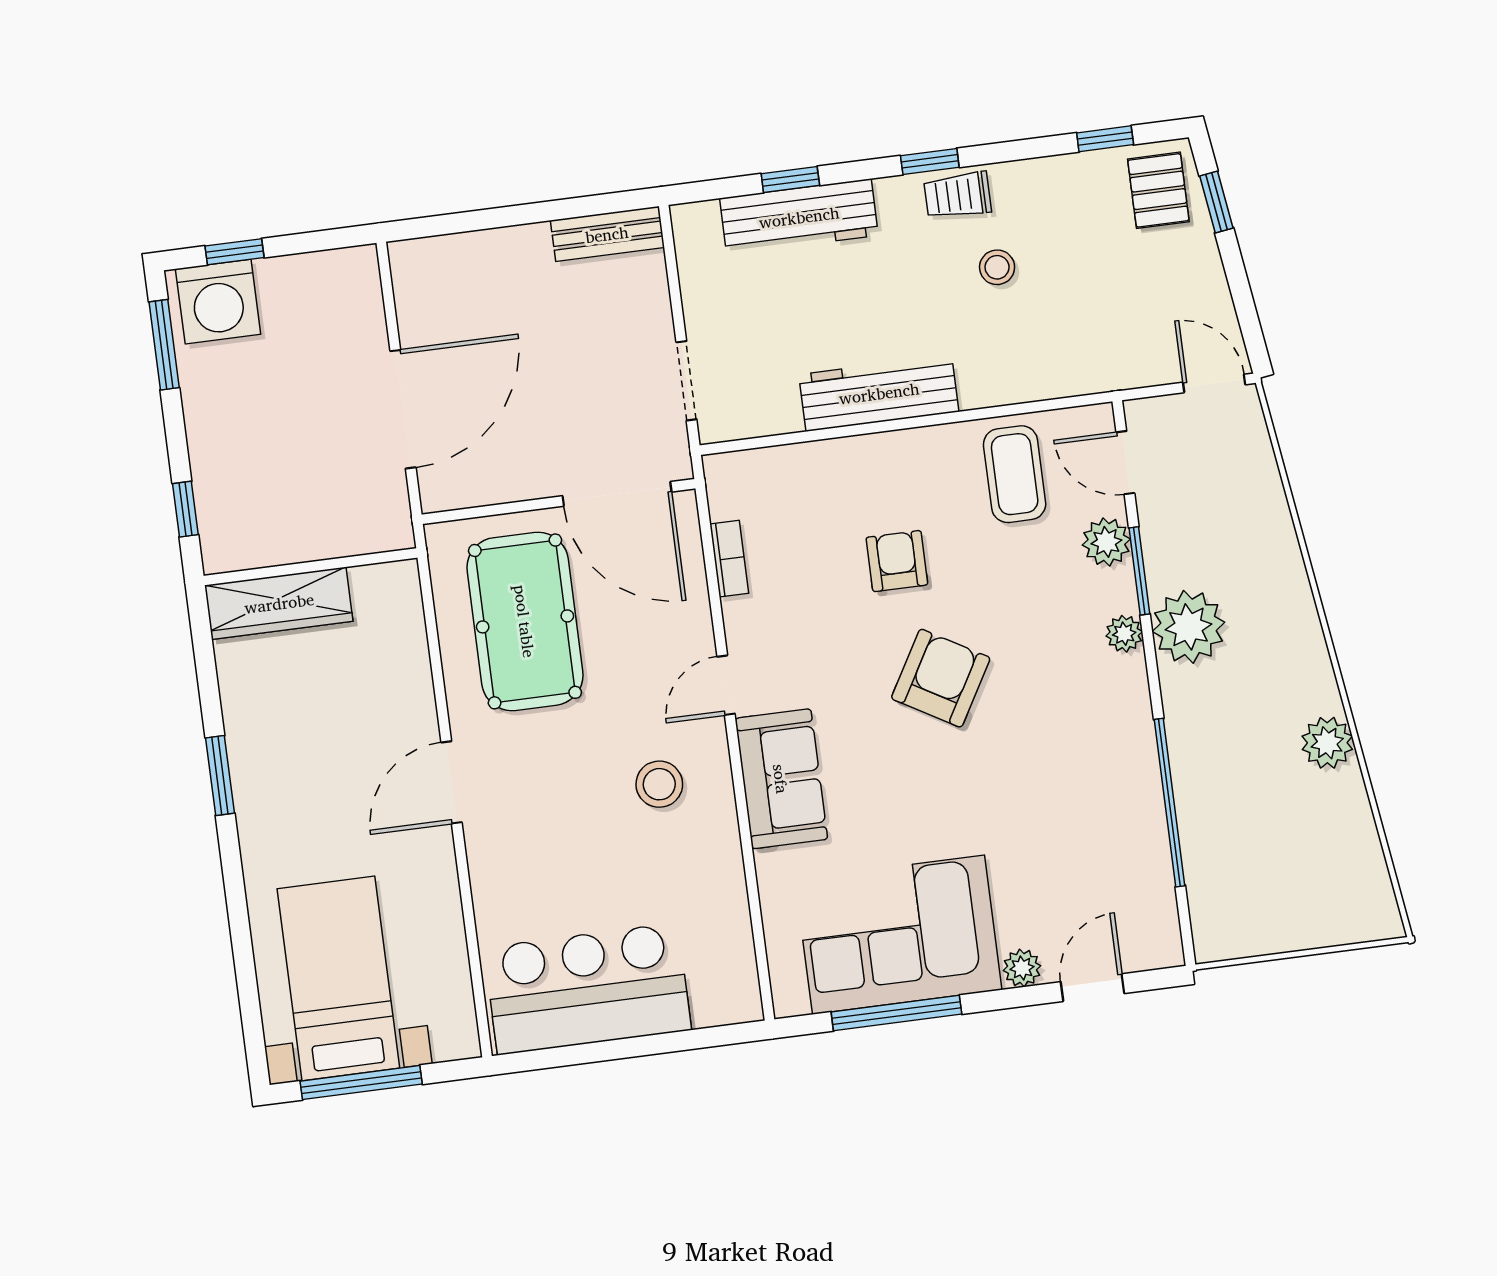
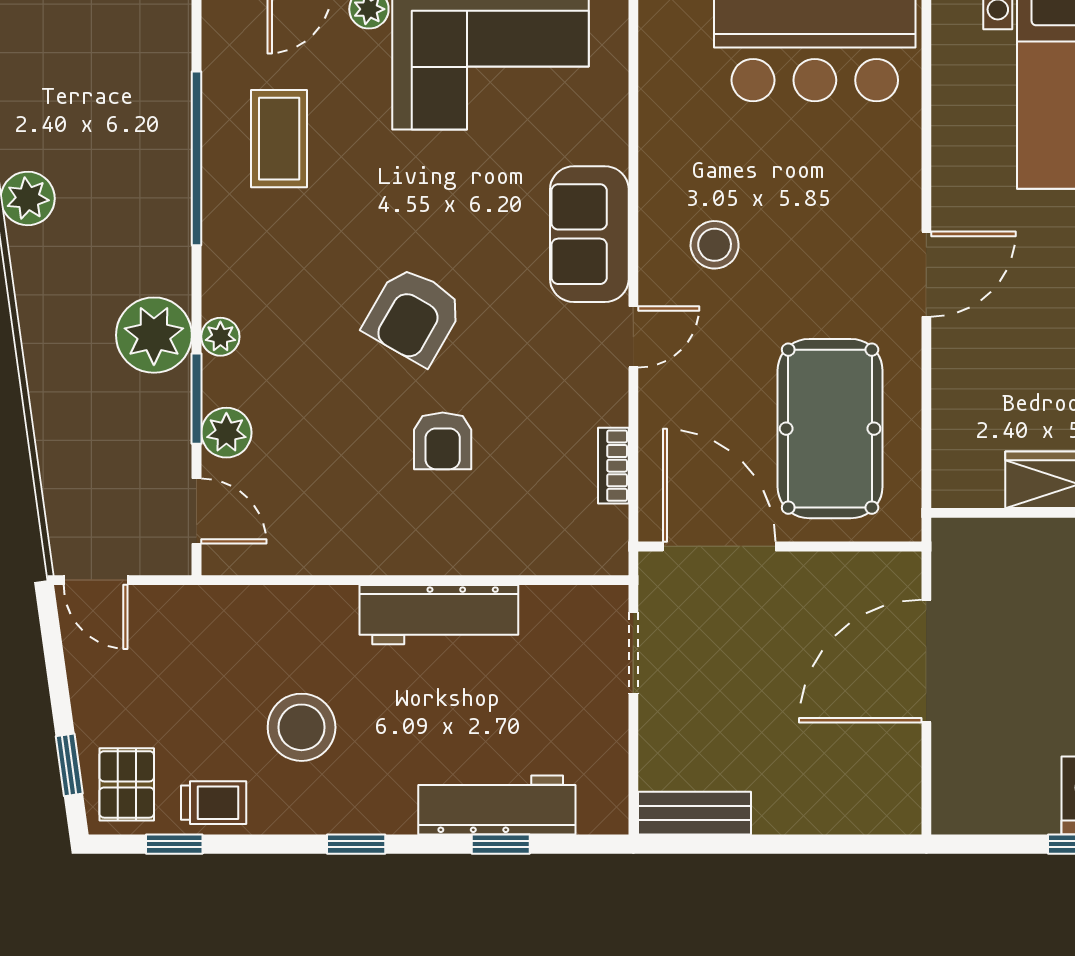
trolley: (958, 195) -> (214, 803), moved
stool: (997, 267) -> (302, 727), width x1.89, depth x1.89
coffee table: (1015, 474) -> (279, 139), moved

